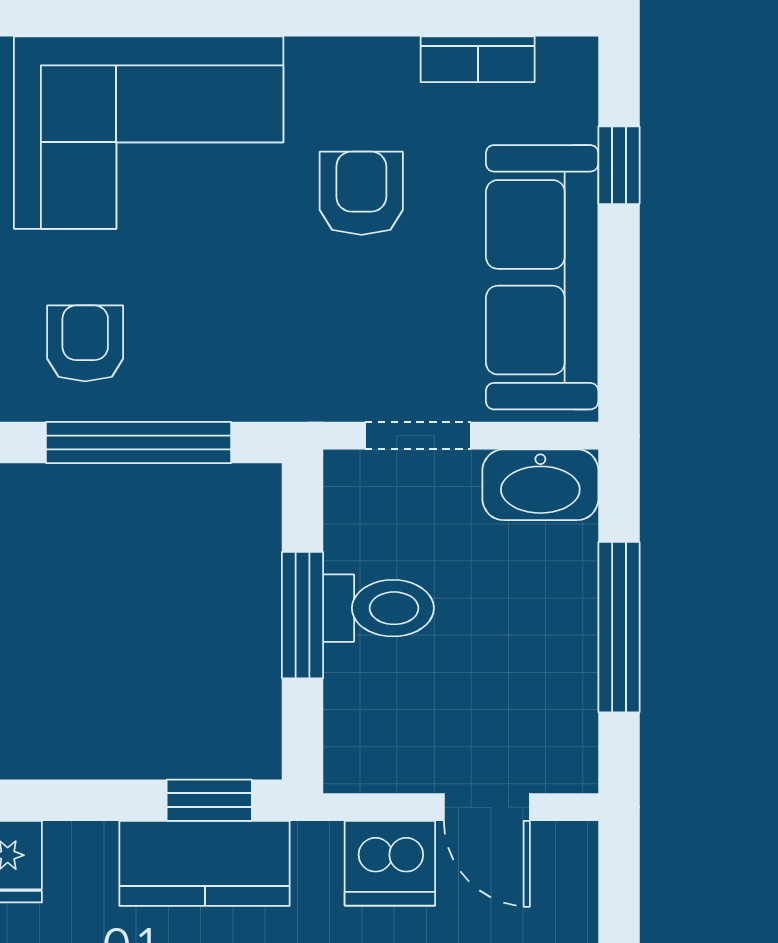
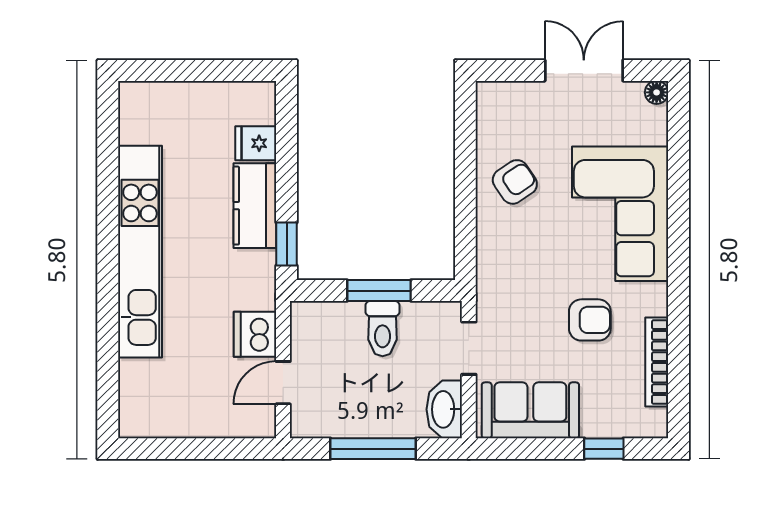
bookcase: (478, 59) -> (657, 362), width x1.56
sofa: (542, 277) -> (530, 410), width x0.73
armchair: (85, 343) -> (515, 182), turned -34
window: (138, 442) -> (465, 209), removed
kitchen counter: (205, 863) -> (255, 206), moved

